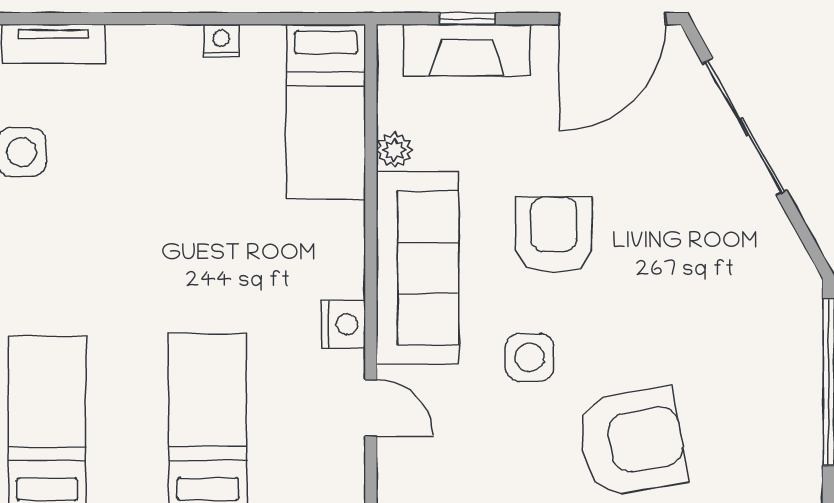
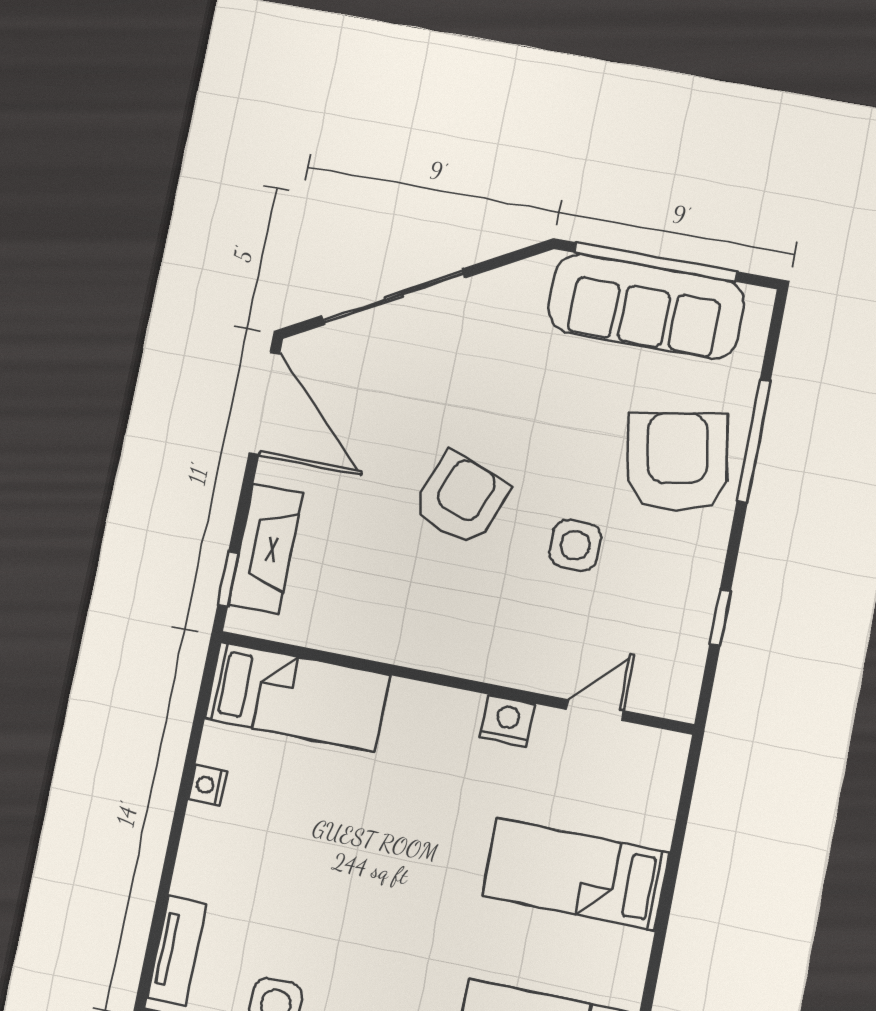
window: (467, 19) -> (228, 579), moved
plant: (394, 150) -> (347, 638), removed
armchair: (554, 235) -> (461, 499), turned 110
sofa: (417, 268) -> (646, 306), moved, turned 180

